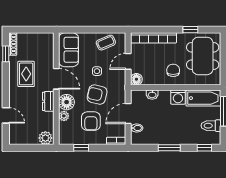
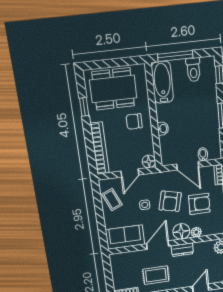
door: (128, 61) -> (130, 173), hinge flipped
washbasin: (152, 95) -> (163, 129), moved
washing machine: (178, 97) -> (164, 112), removed

